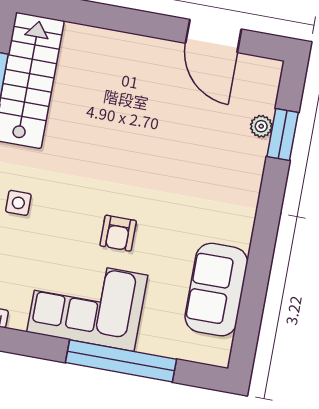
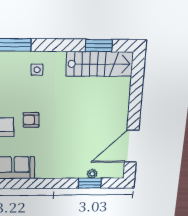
door: (213, 36) -> (132, 146), width x1.36

